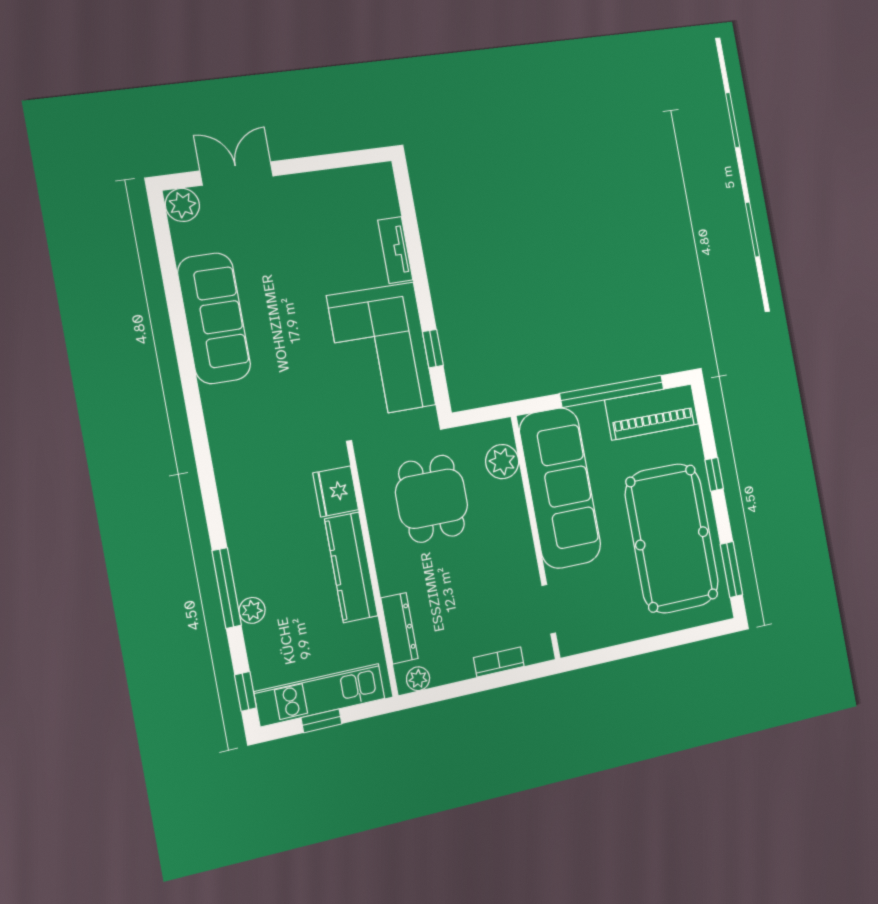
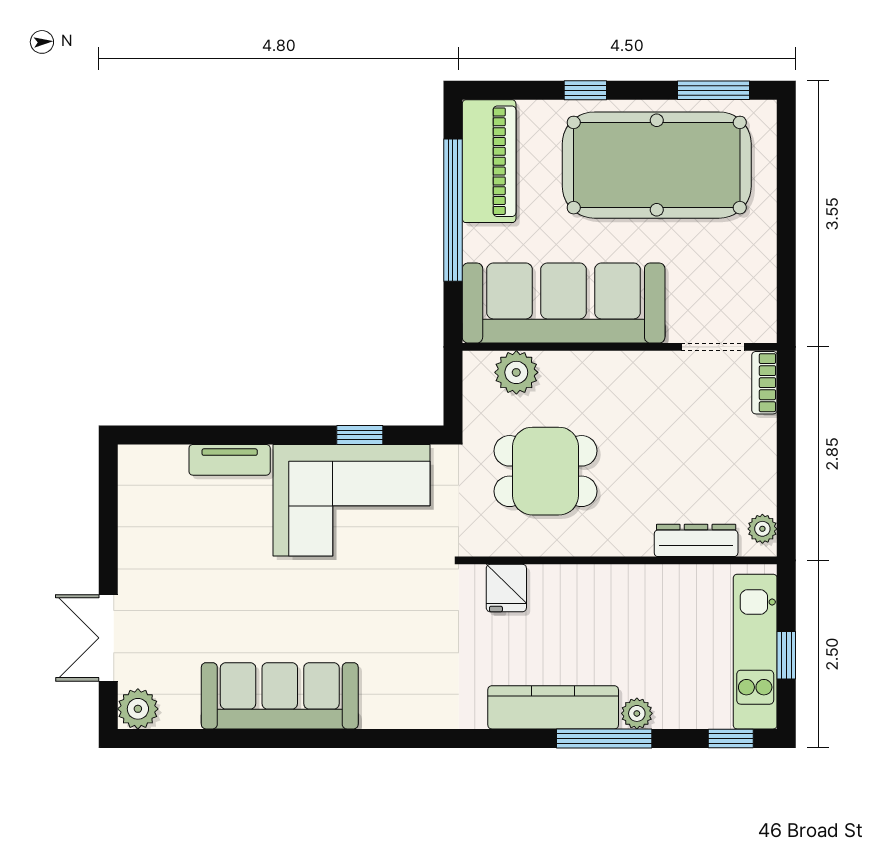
fridge: (336, 491) -> (506, 588), width x0.72
kitchen counter: (351, 567) -> (553, 707), moved, turned 180
bookcase: (499, 662) -> (764, 383), moved

